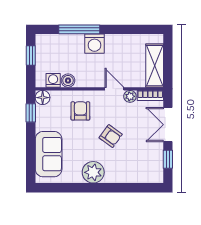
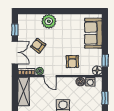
armchair: (111, 136) -> (38, 46), moved
plant: (93, 172) -> (49, 21), moved

